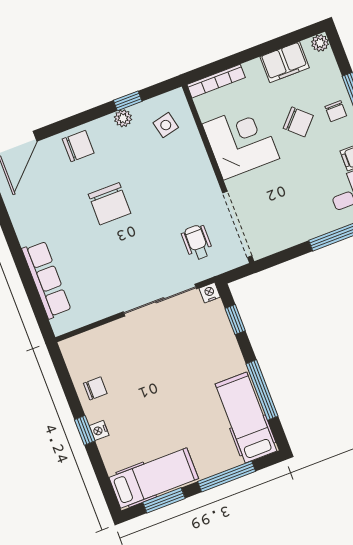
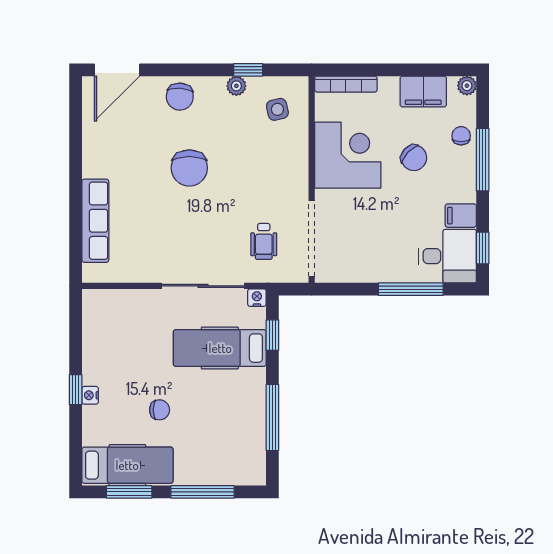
chair: (336, 111) -> (461, 136), moved, turned 180
chair: (78, 146) -> (180, 97), turned 94
wheelchair: (197, 242) -> (264, 241), turned 180
chair: (95, 388) -> (160, 410), moved
hospital bed: (246, 418) -> (220, 348), moved, turned -90

